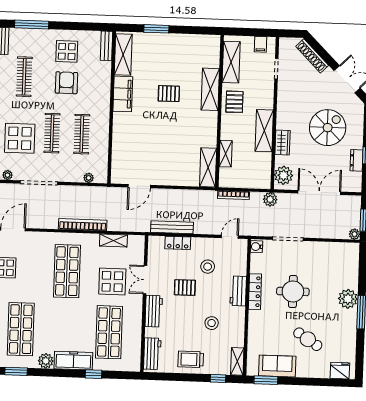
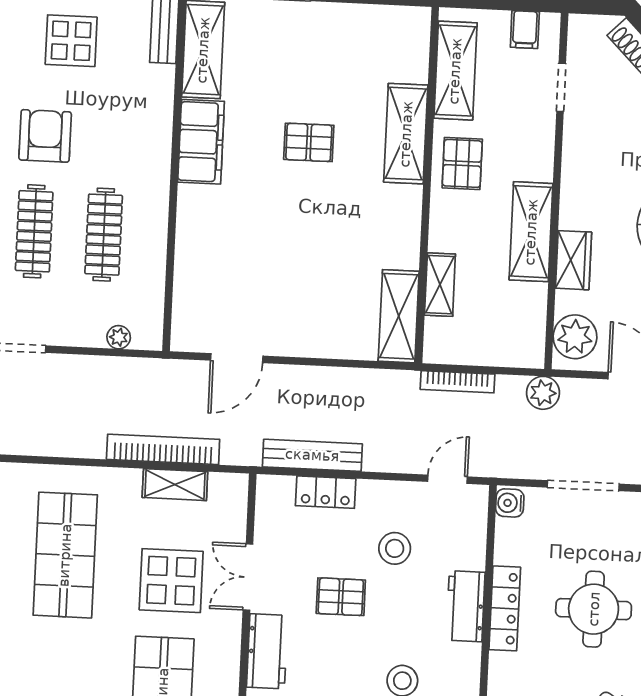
armchair: (66, 83) -> (45, 136), moved
bookcase: (83, 225) -> (163, 449), moved

